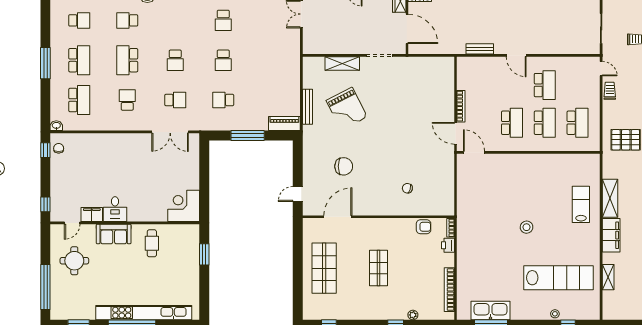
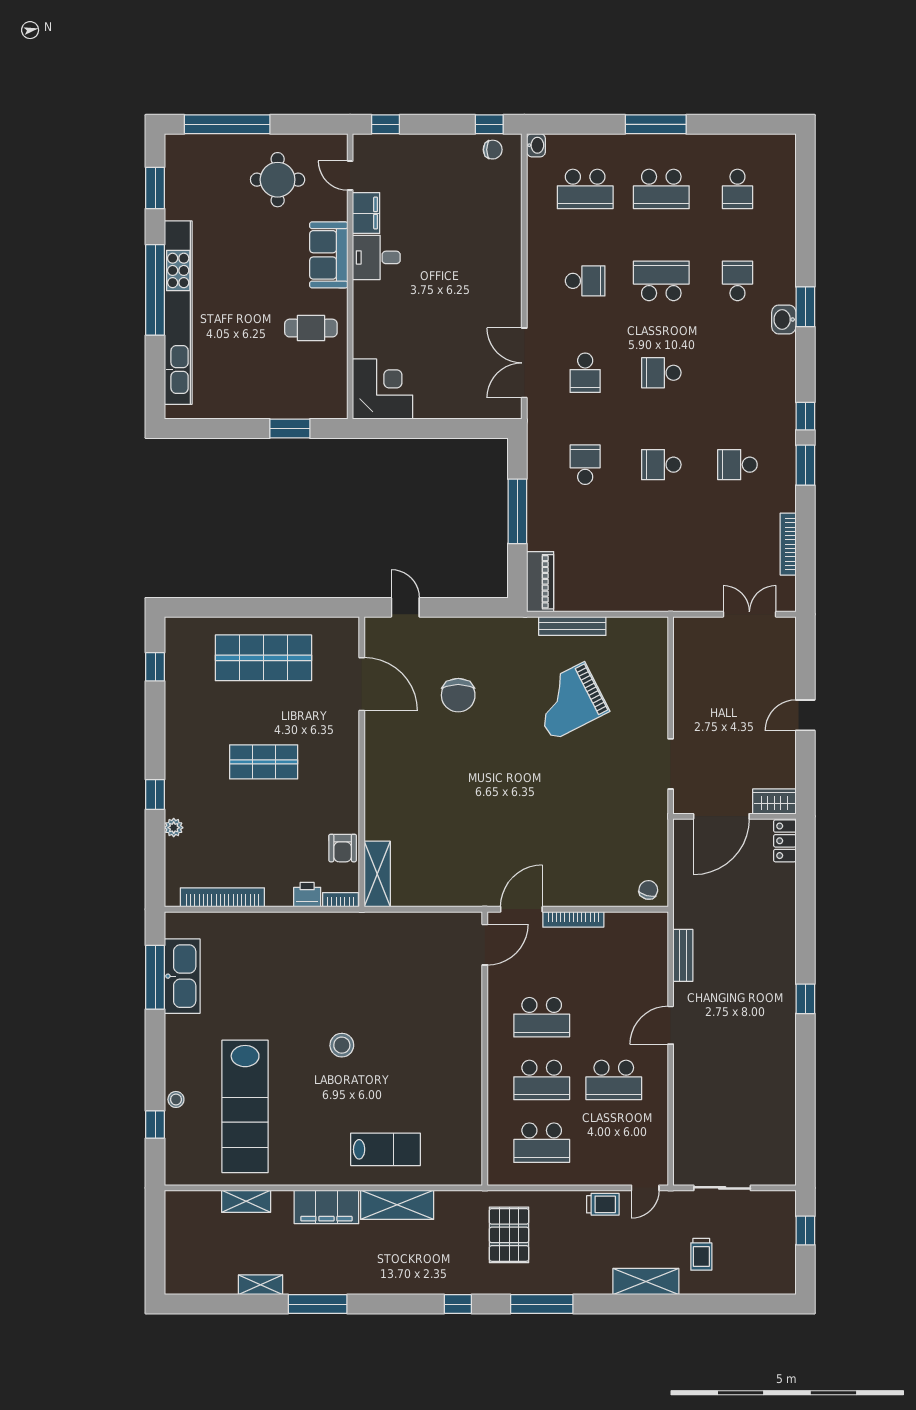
shelving: (342, 63) -> (377, 874), moved
chair: (407, 188) -> (648, 890), moved

